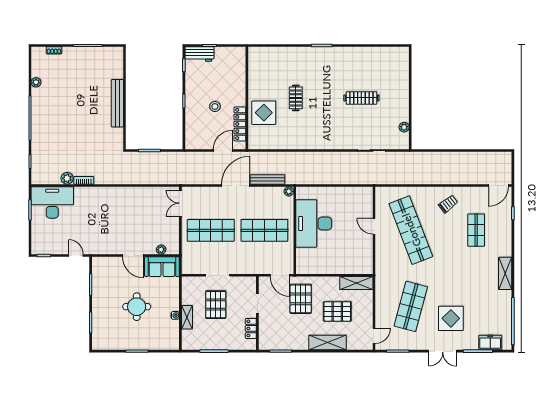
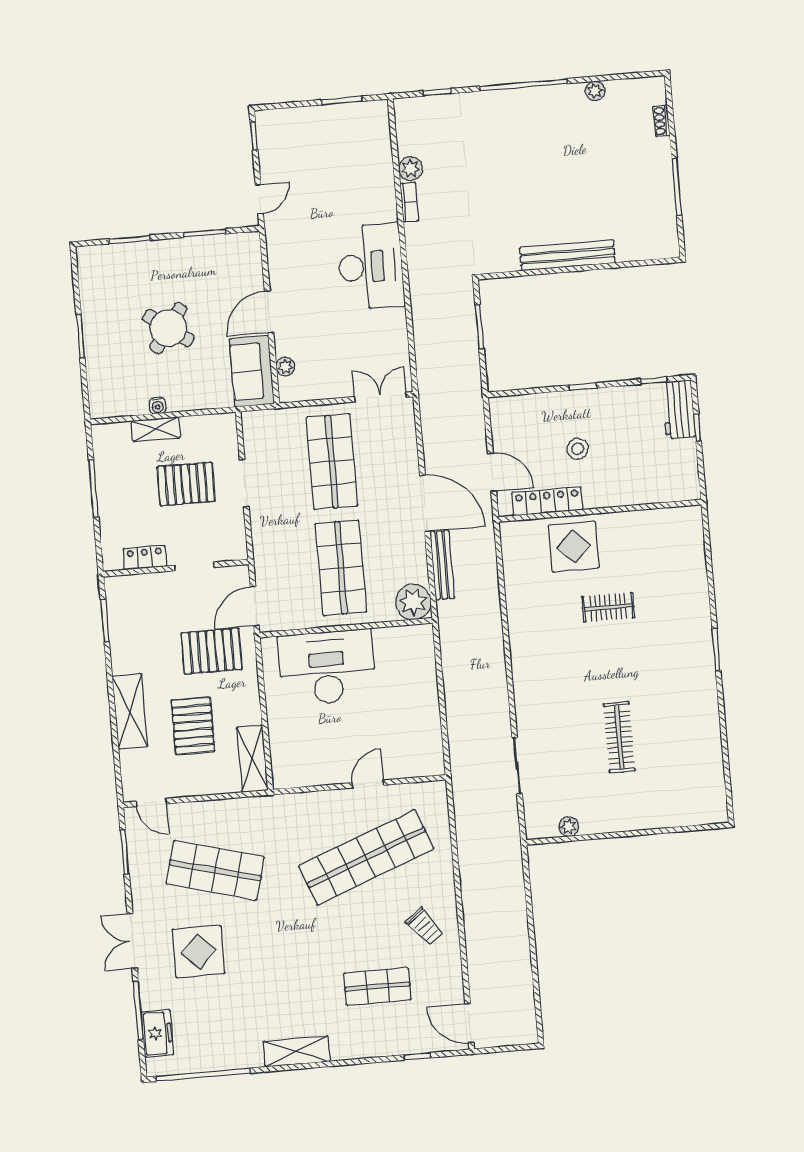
plant: (289, 191) -> (413, 602), width x1.88, depth x1.88
desk: (52, 202) -> (371, 267), moved
desk: (314, 224) -> (327, 667), moved
round table: (137, 307) -> (168, 328), turned 36

